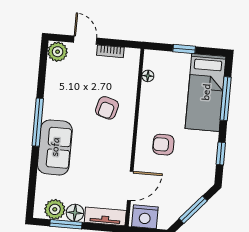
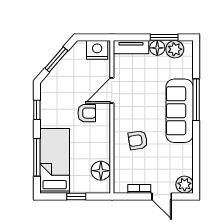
floor lamp: (148, 76) -> (101, 171), width x1.89, depth x1.89
armchair: (107, 108) -> (138, 140), turned -115
window: (38, 122) -> (196, 100), moved
sofa: (55, 147) -> (180, 111), width x1.36
door: (130, 186) -> (112, 90), moved

